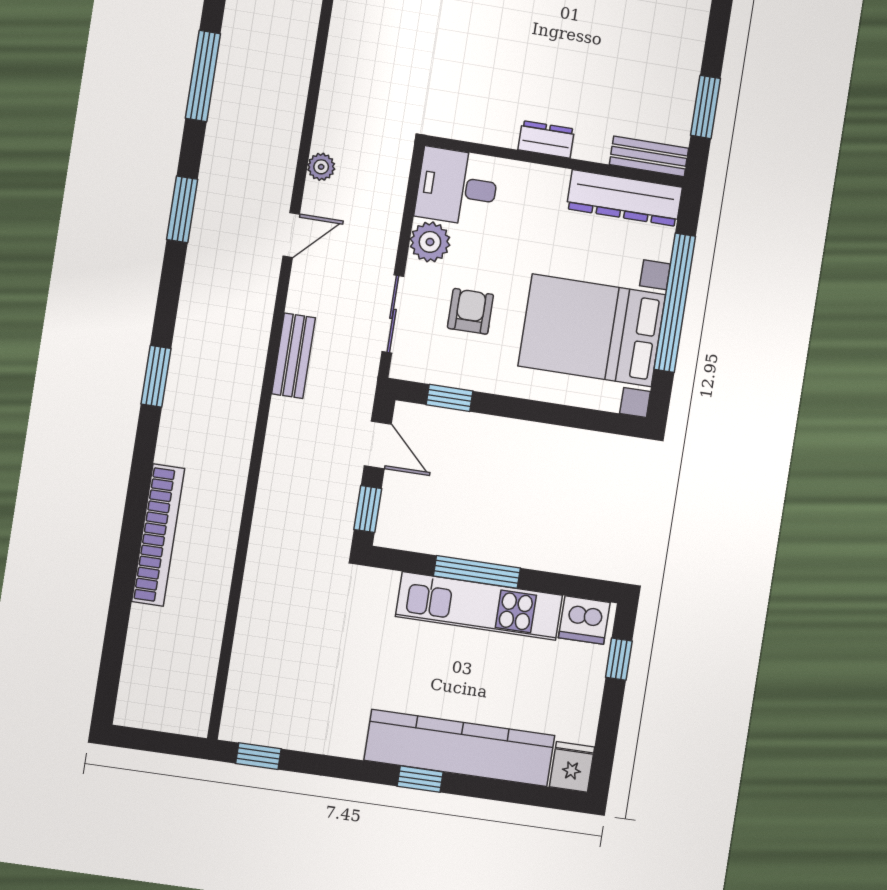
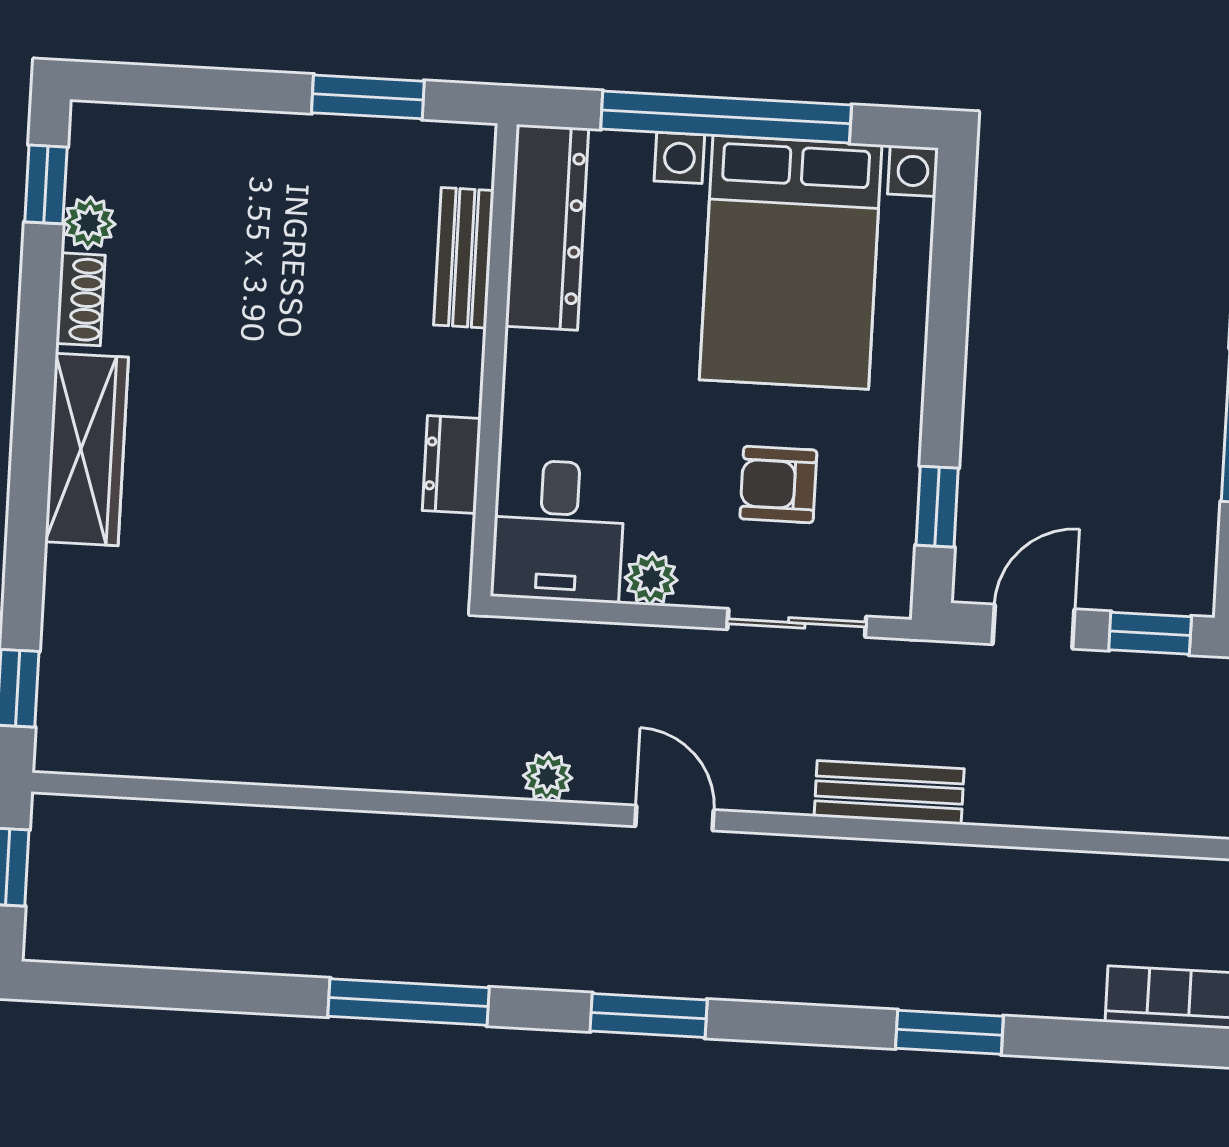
dresser: (546, 139) -> (452, 465), moved
bench: (649, 156) -> (464, 258), moved
plant: (430, 242) -> (651, 579), width x0.73, depth x0.73

